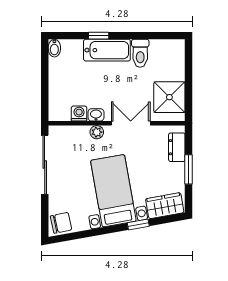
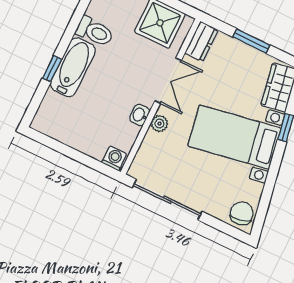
bidet: (54, 48) -> (42, 125), removed
washing machine: (79, 114) -> (114, 158), moved, turned 90
double door: (131, 123) -> (168, 81), swing flipped
dresser: (177, 147) -> (201, 42), moved, turned -90

